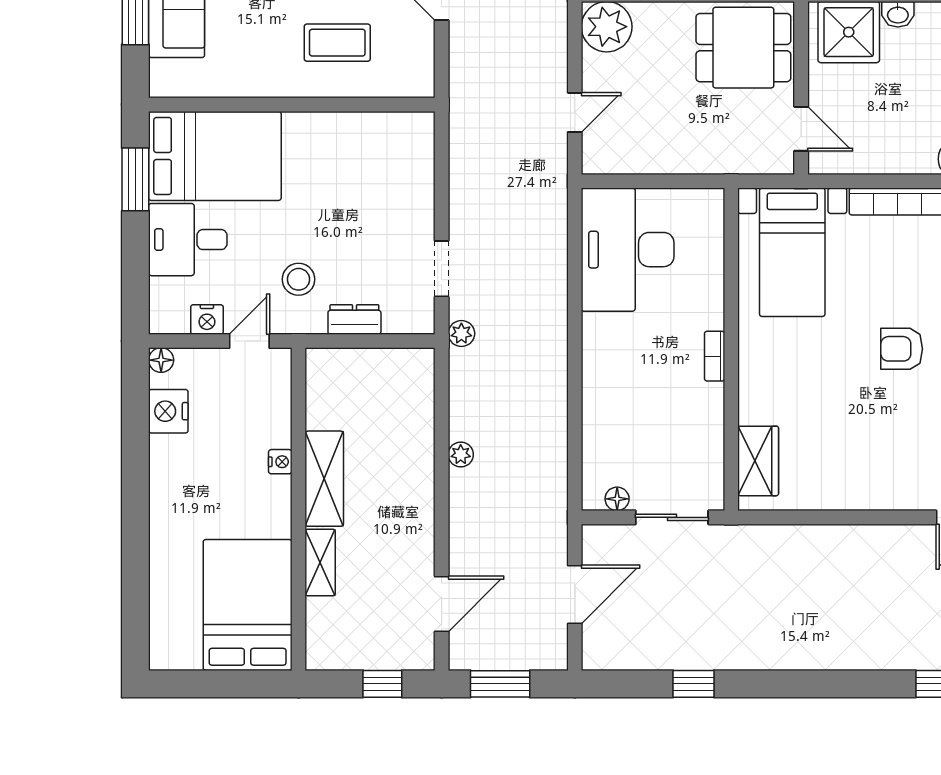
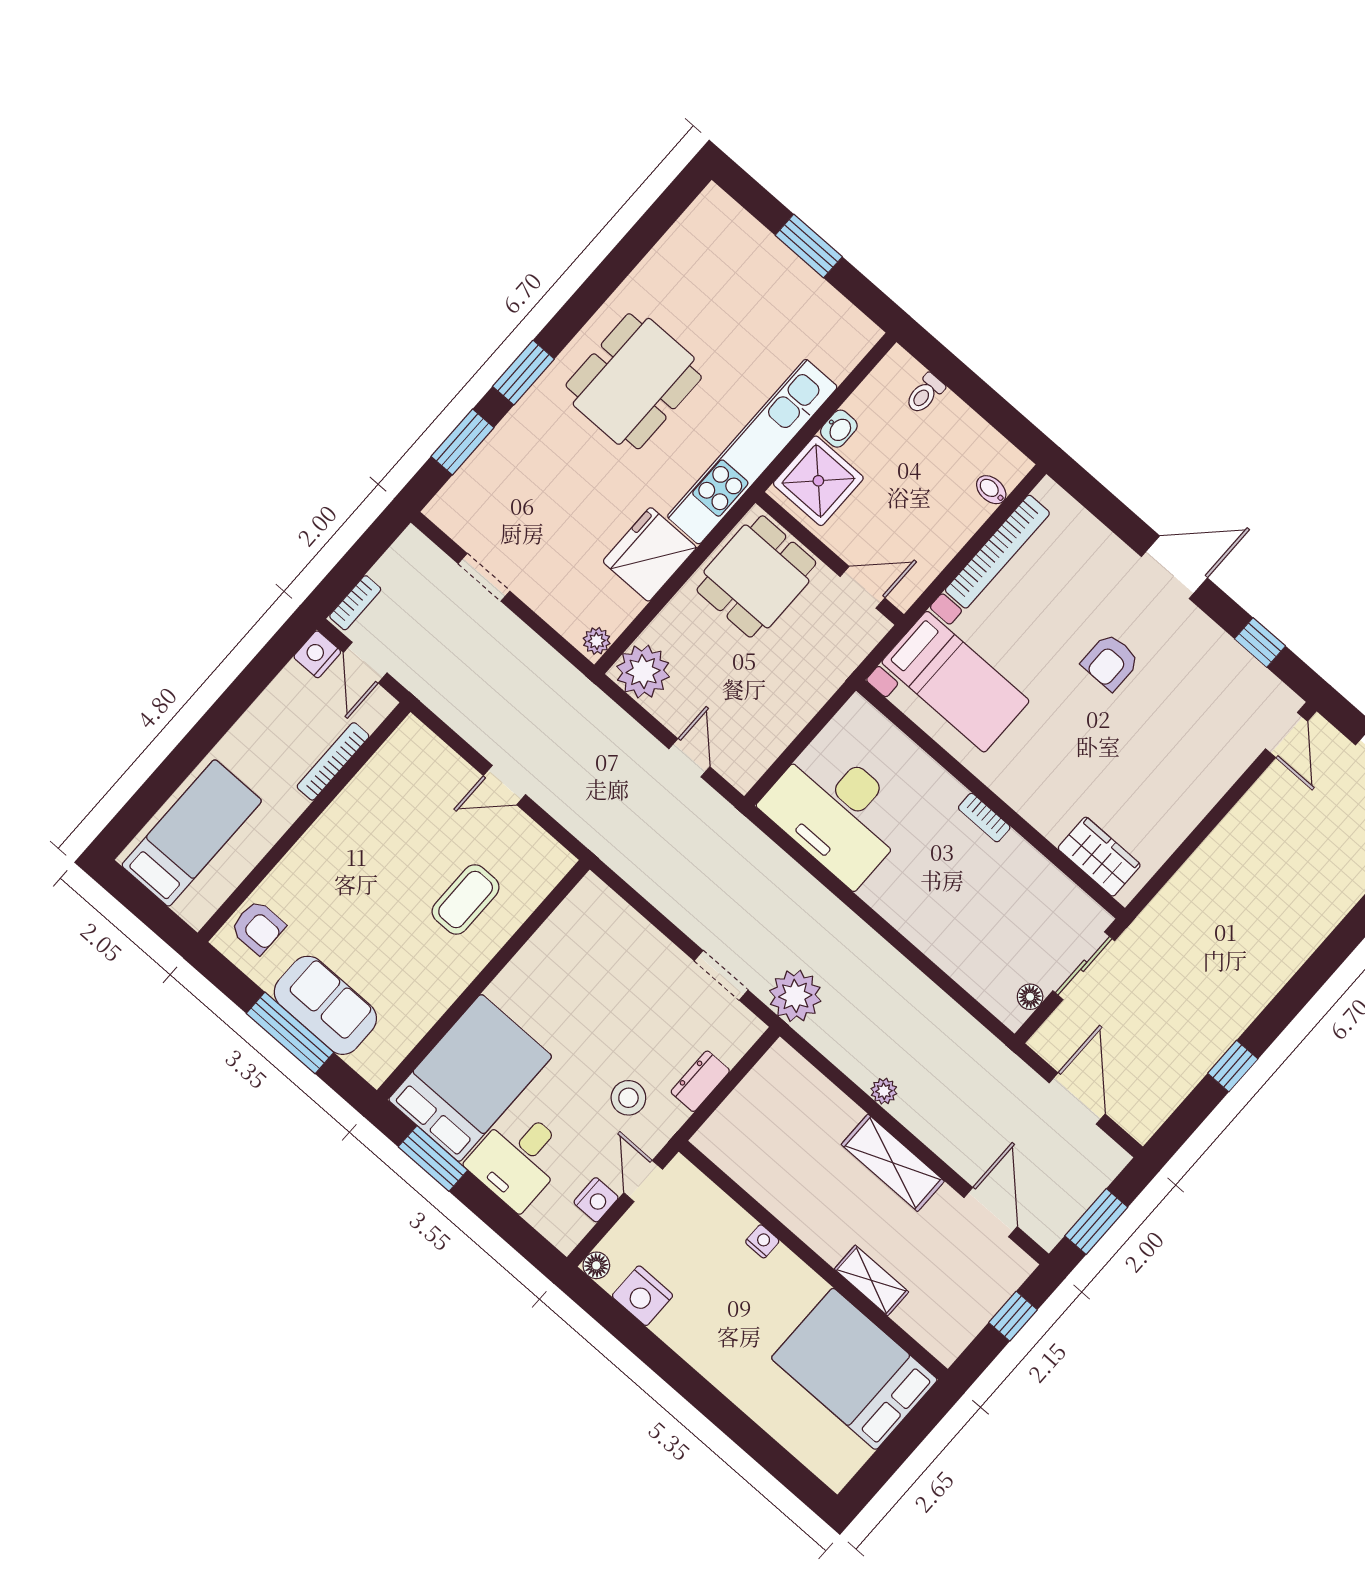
plant: (461, 334) -> (795, 996), width x1.88, depth x1.88
shelving: (324, 479) -> (893, 1163), moved

